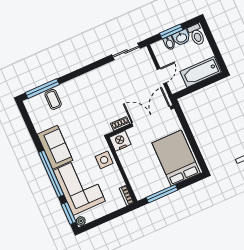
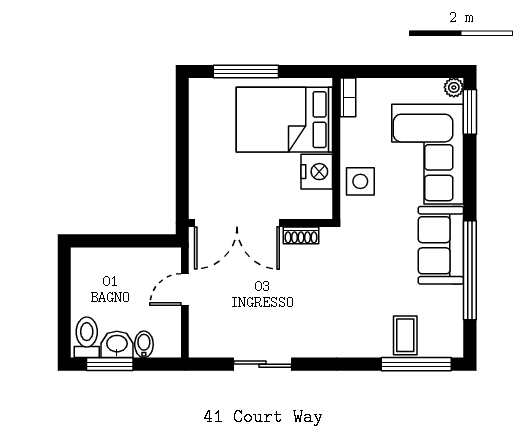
window: (171, 31) -> (110, 364), moved
sliding door: (126, 52) -> (263, 364), moved
bathtub: (201, 72) -> (110, 265), removed
nightstand: (120, 141) -> (317, 172), moved, turned -90
bed: (176, 158) -> (284, 120), moved, turned 90
window: (51, 174) -> (470, 270), moved
window: (162, 194) -> (246, 71), moved

